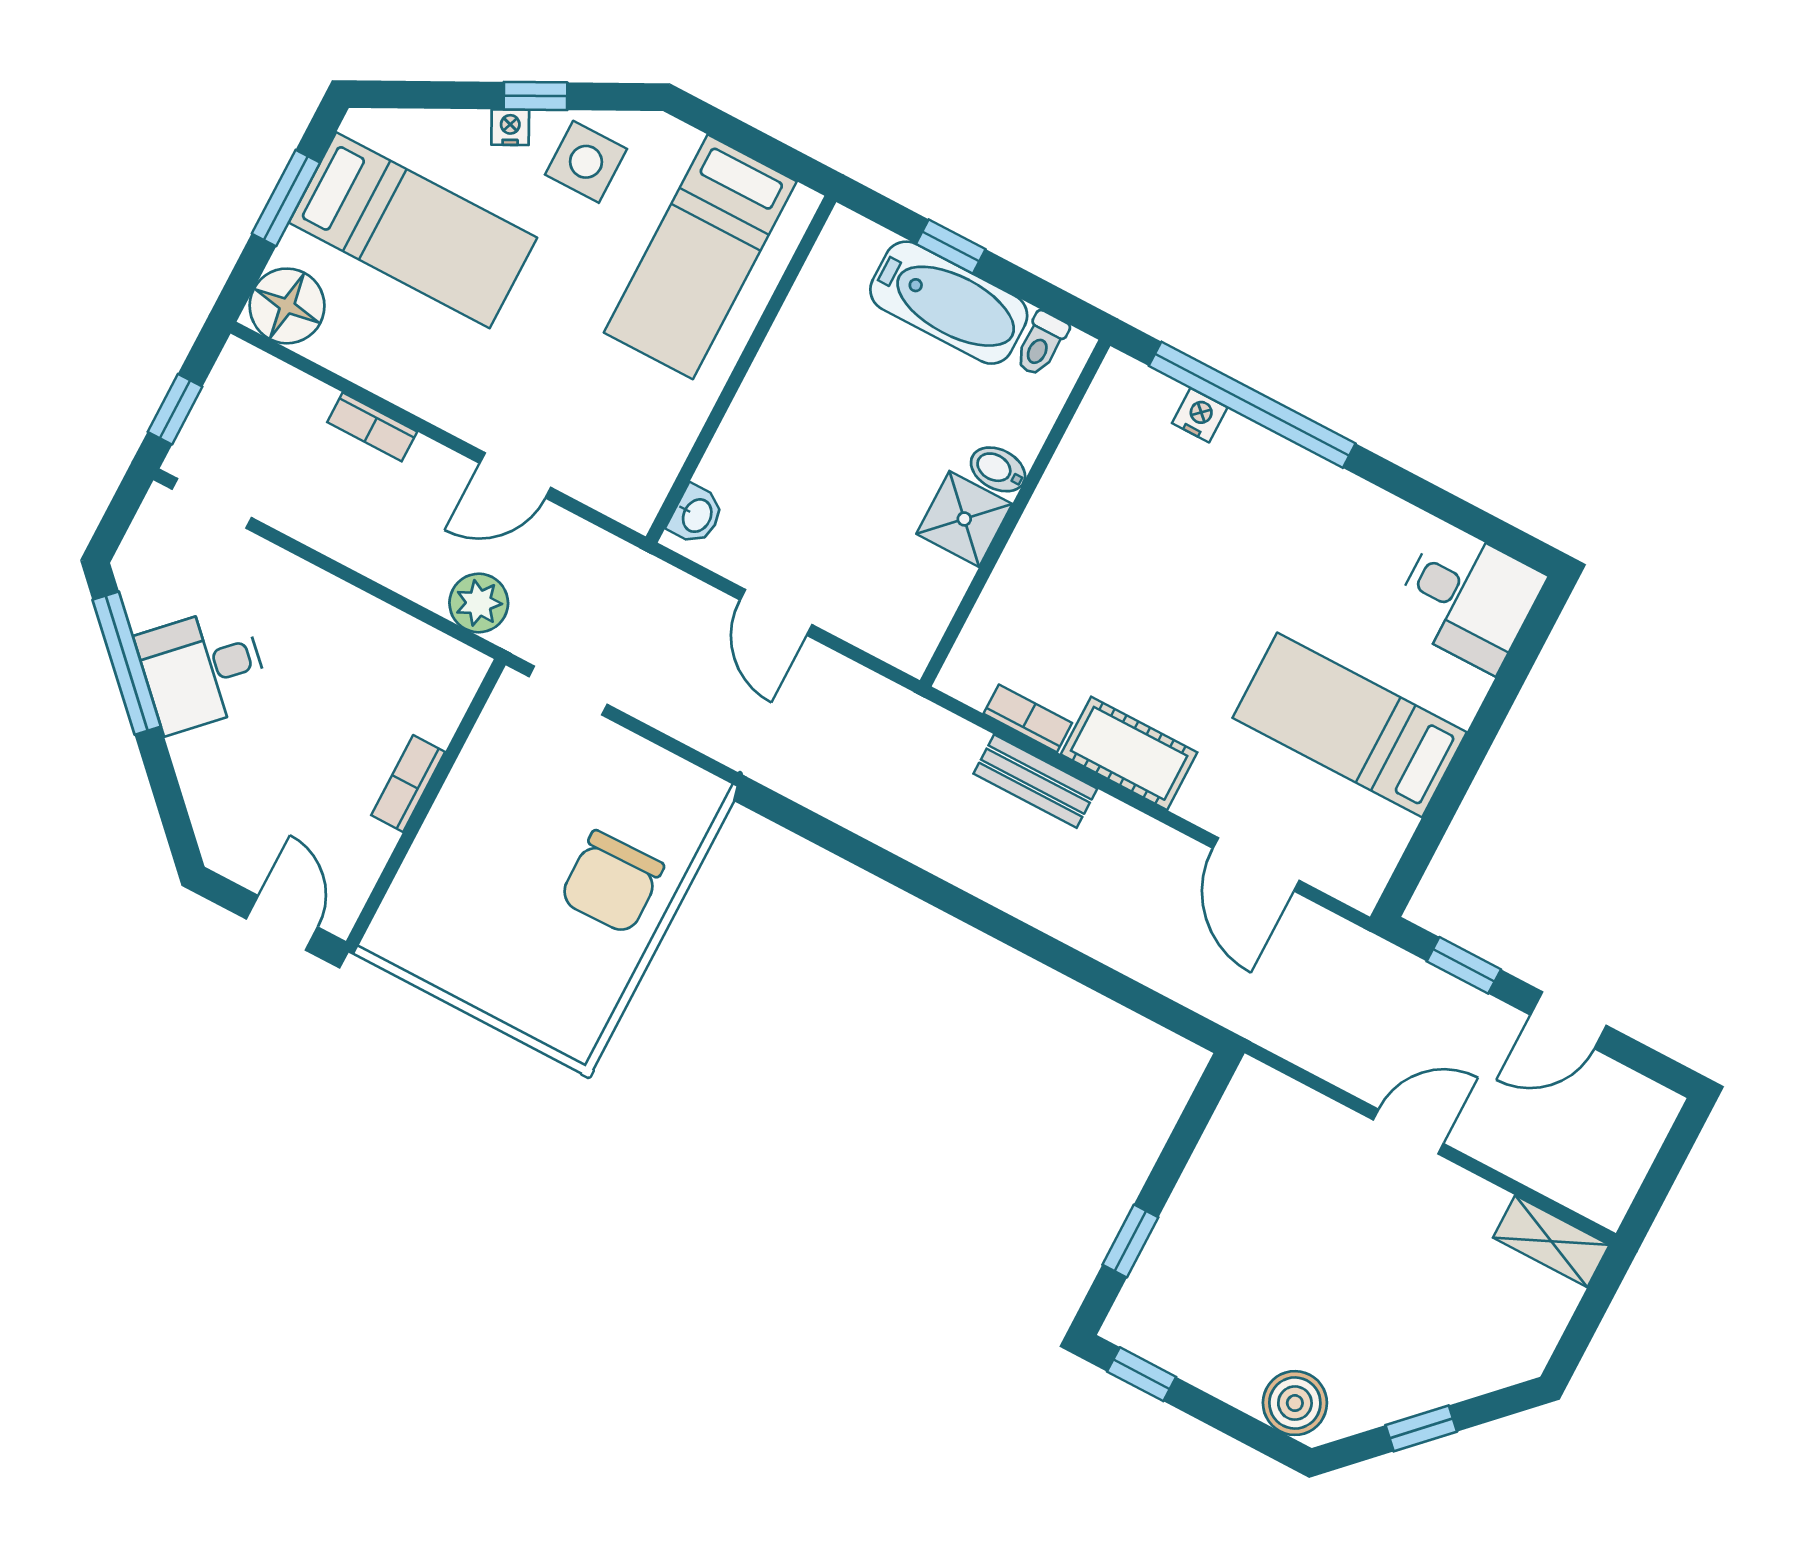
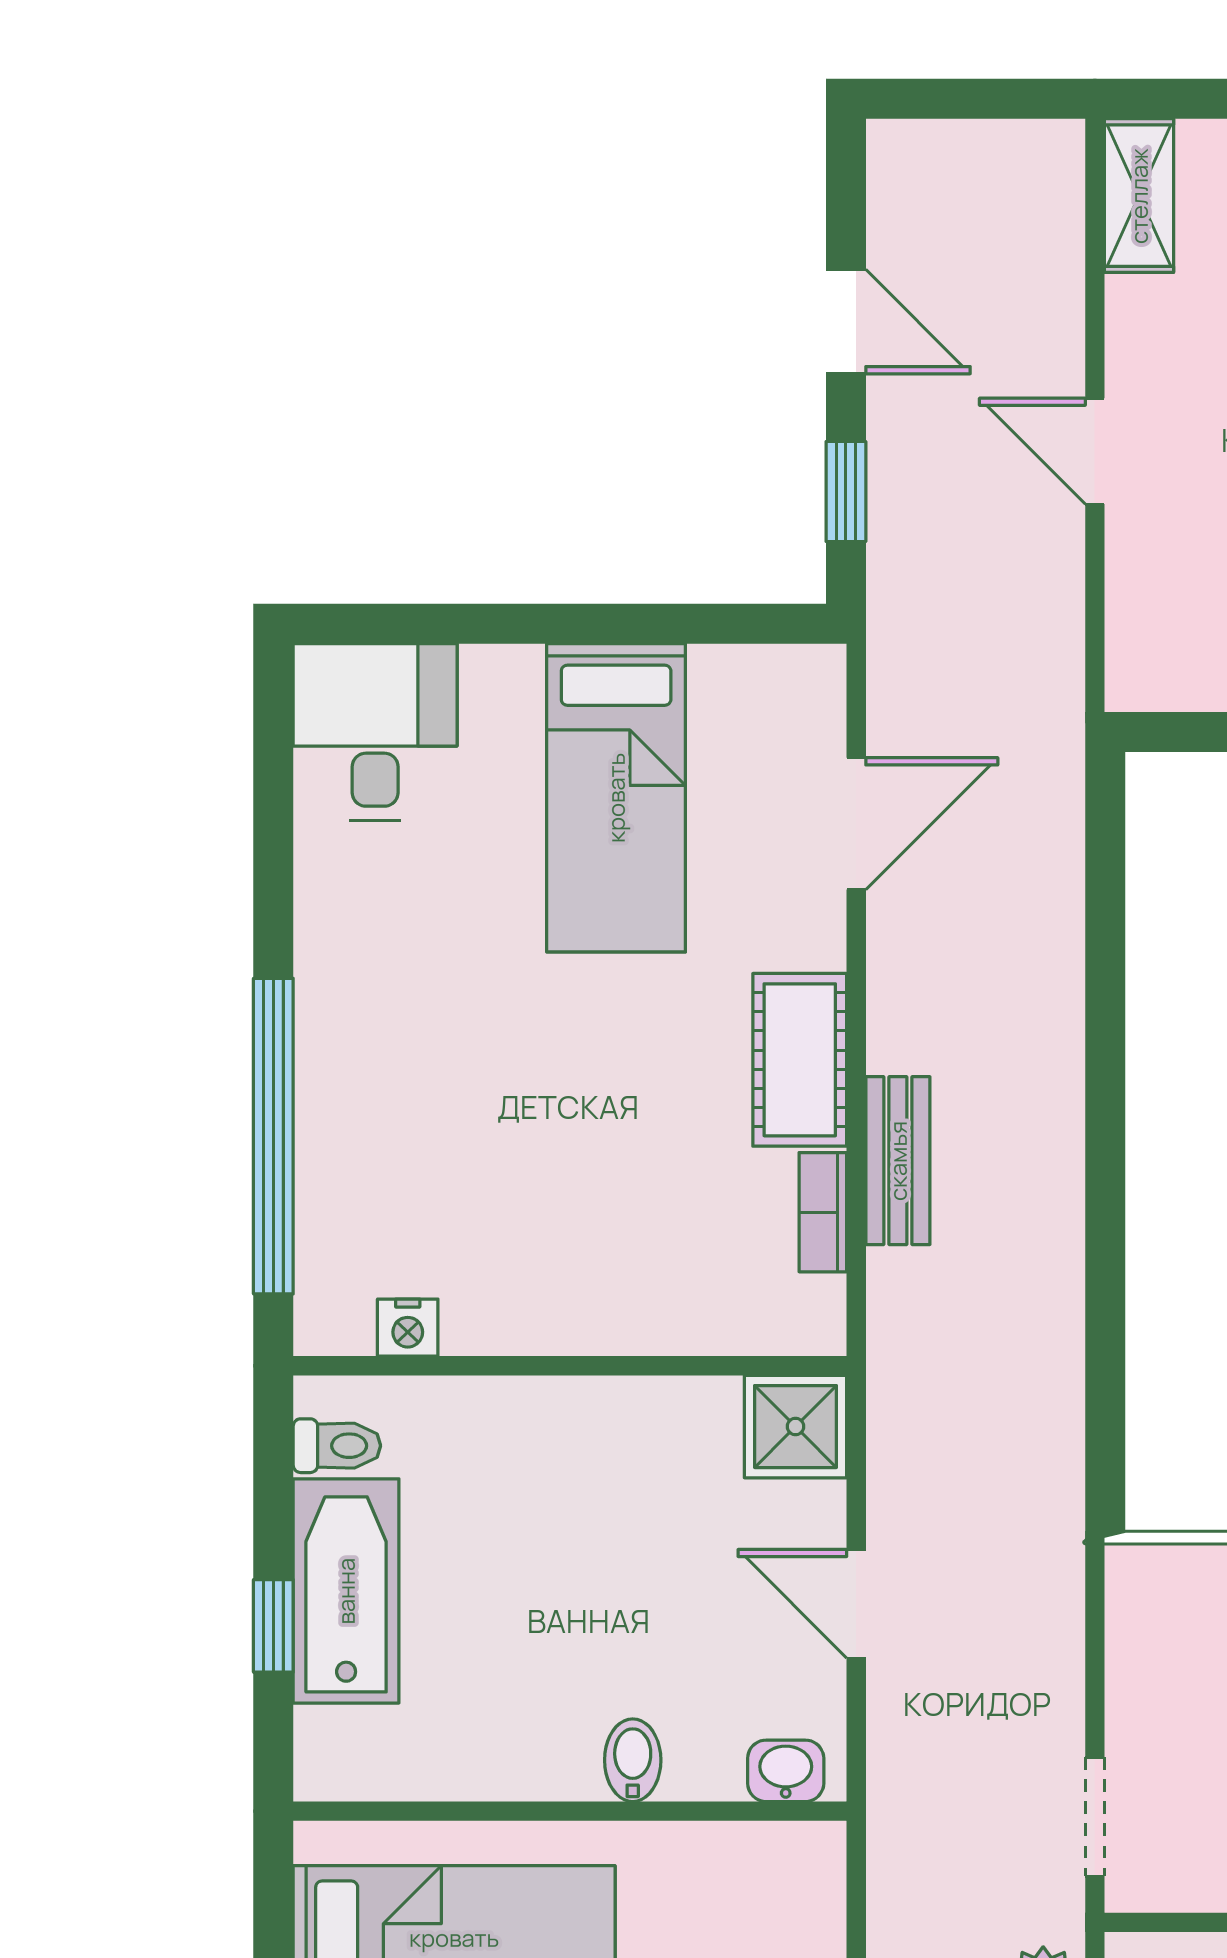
nightstand: (1200, 415) -> (408, 1328), moved, turned -90
bidet: (998, 469) -> (633, 1760), moved, turned 180
shower: (964, 519) -> (796, 1427), moved
door: (776, 612) -> (856, 1604), swing flipped

